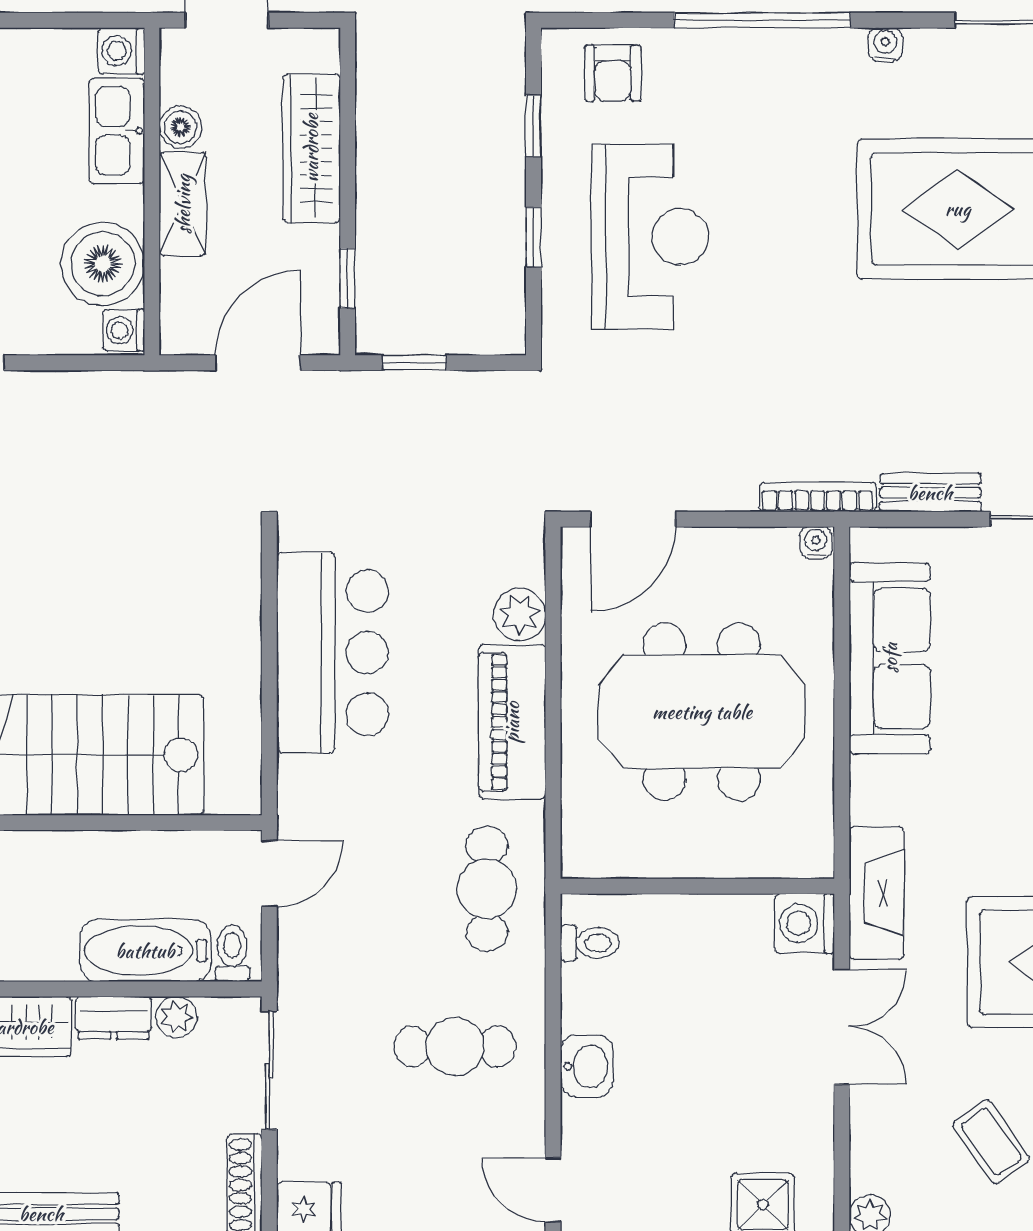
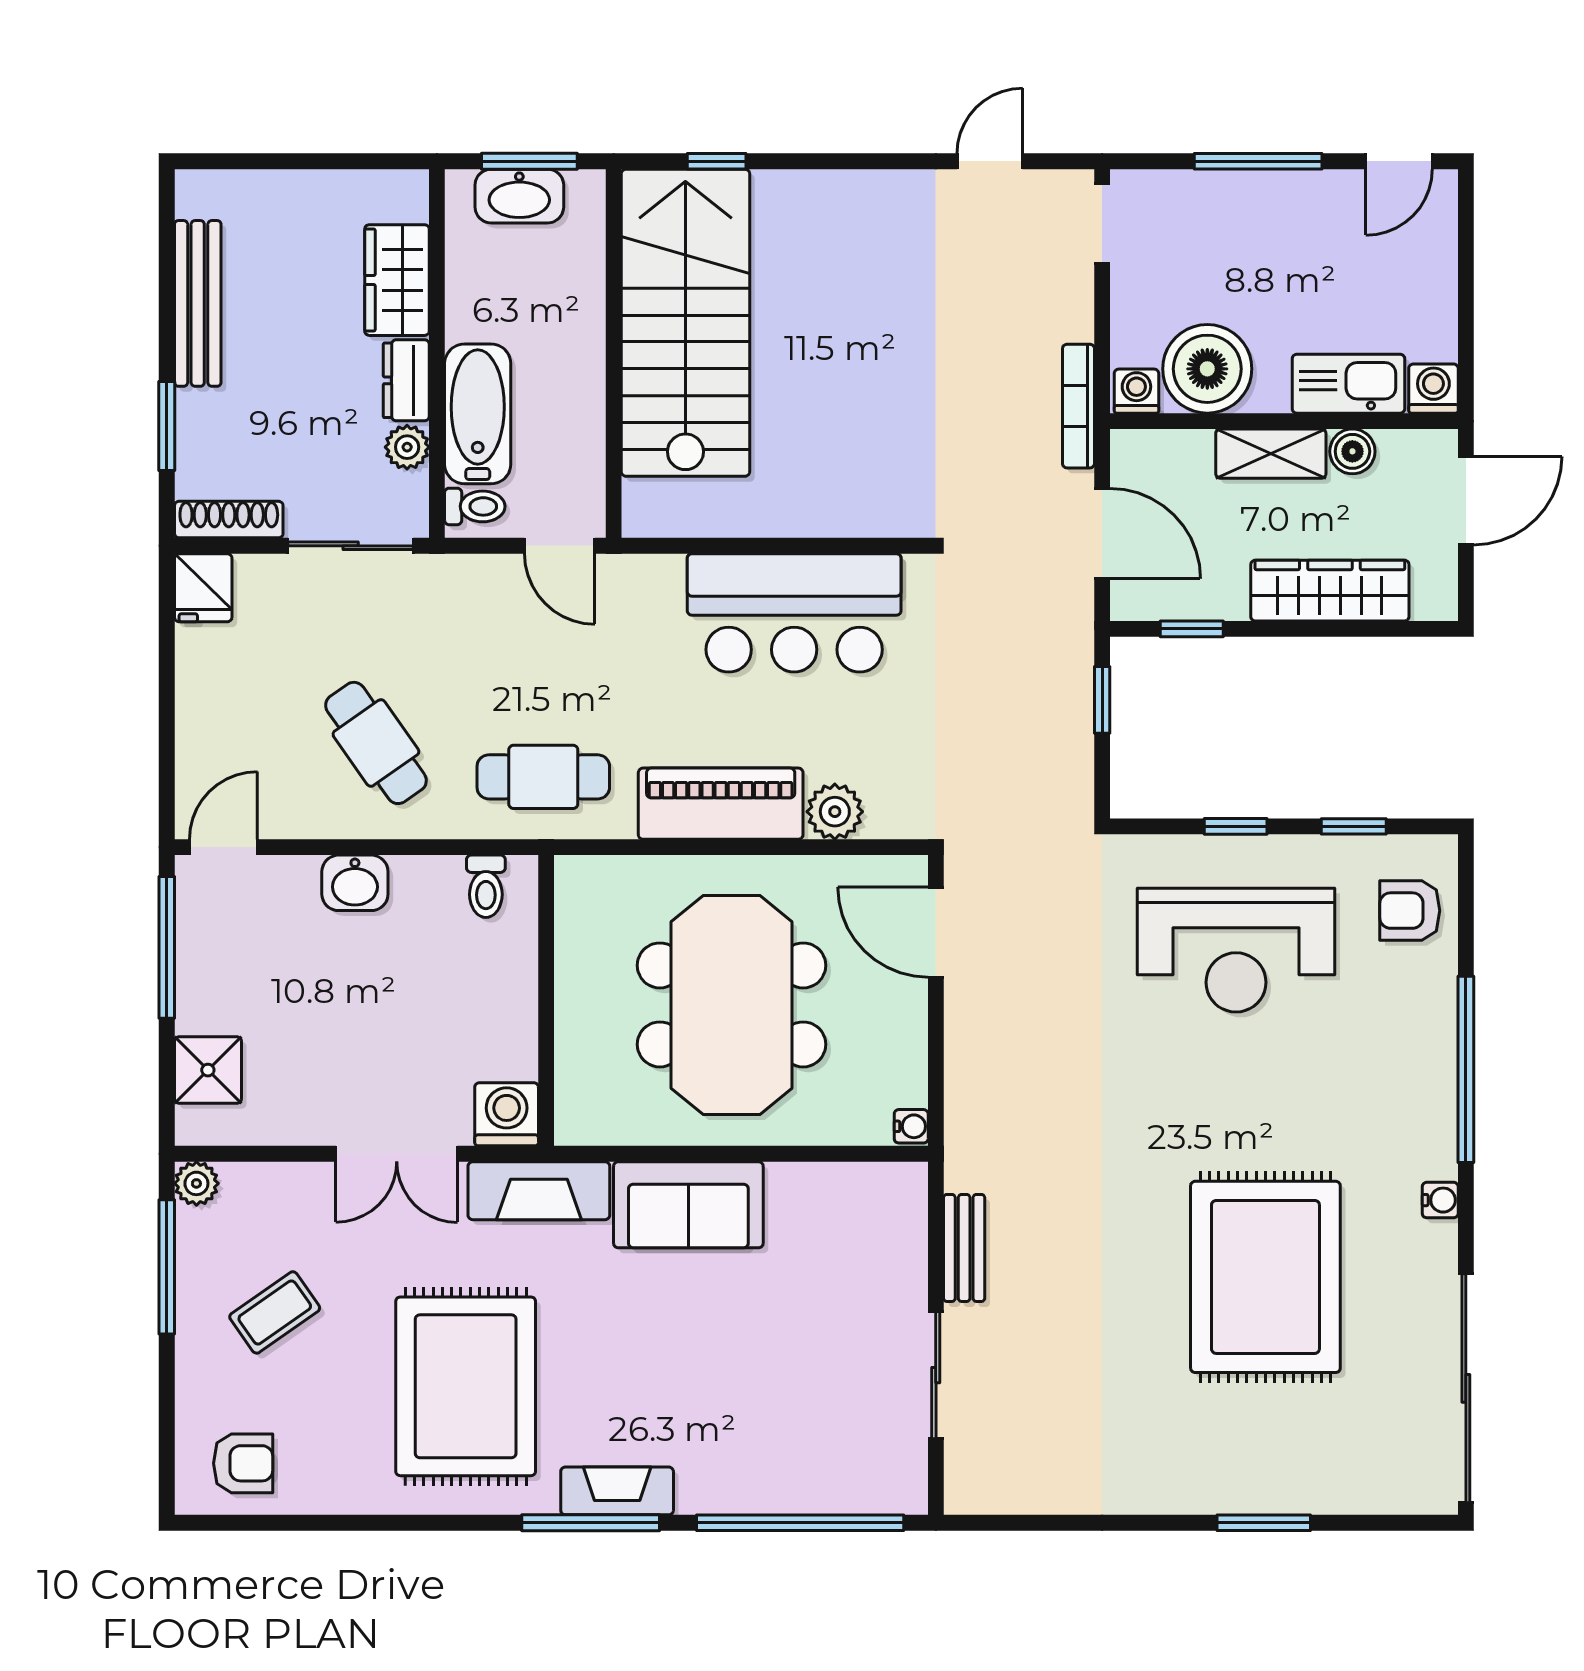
bookcase: (818, 497) -> (1078, 406), moved, turned 180
sofa: (890, 658) -> (688, 1205), moved, width x0.73
cafe table: (455, 1046) -> (376, 743), turned -35

